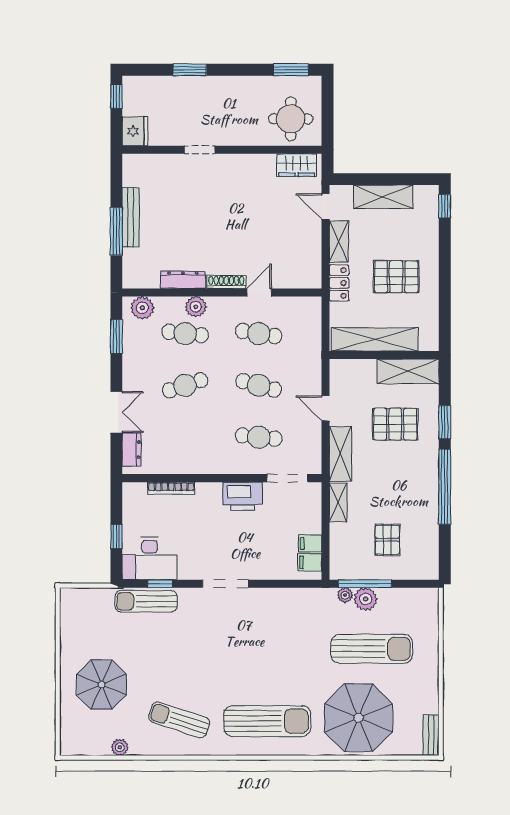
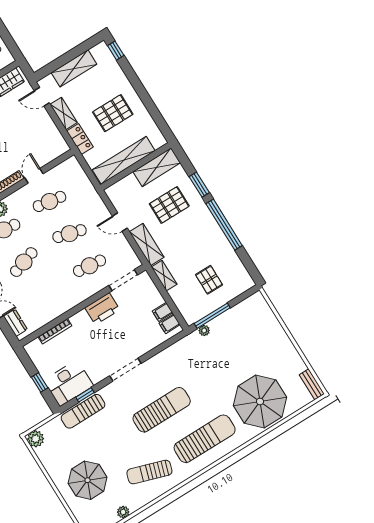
plant: (366, 599) -> (36, 439), moved
sun lounger: (372, 649) -> (162, 410), moved

